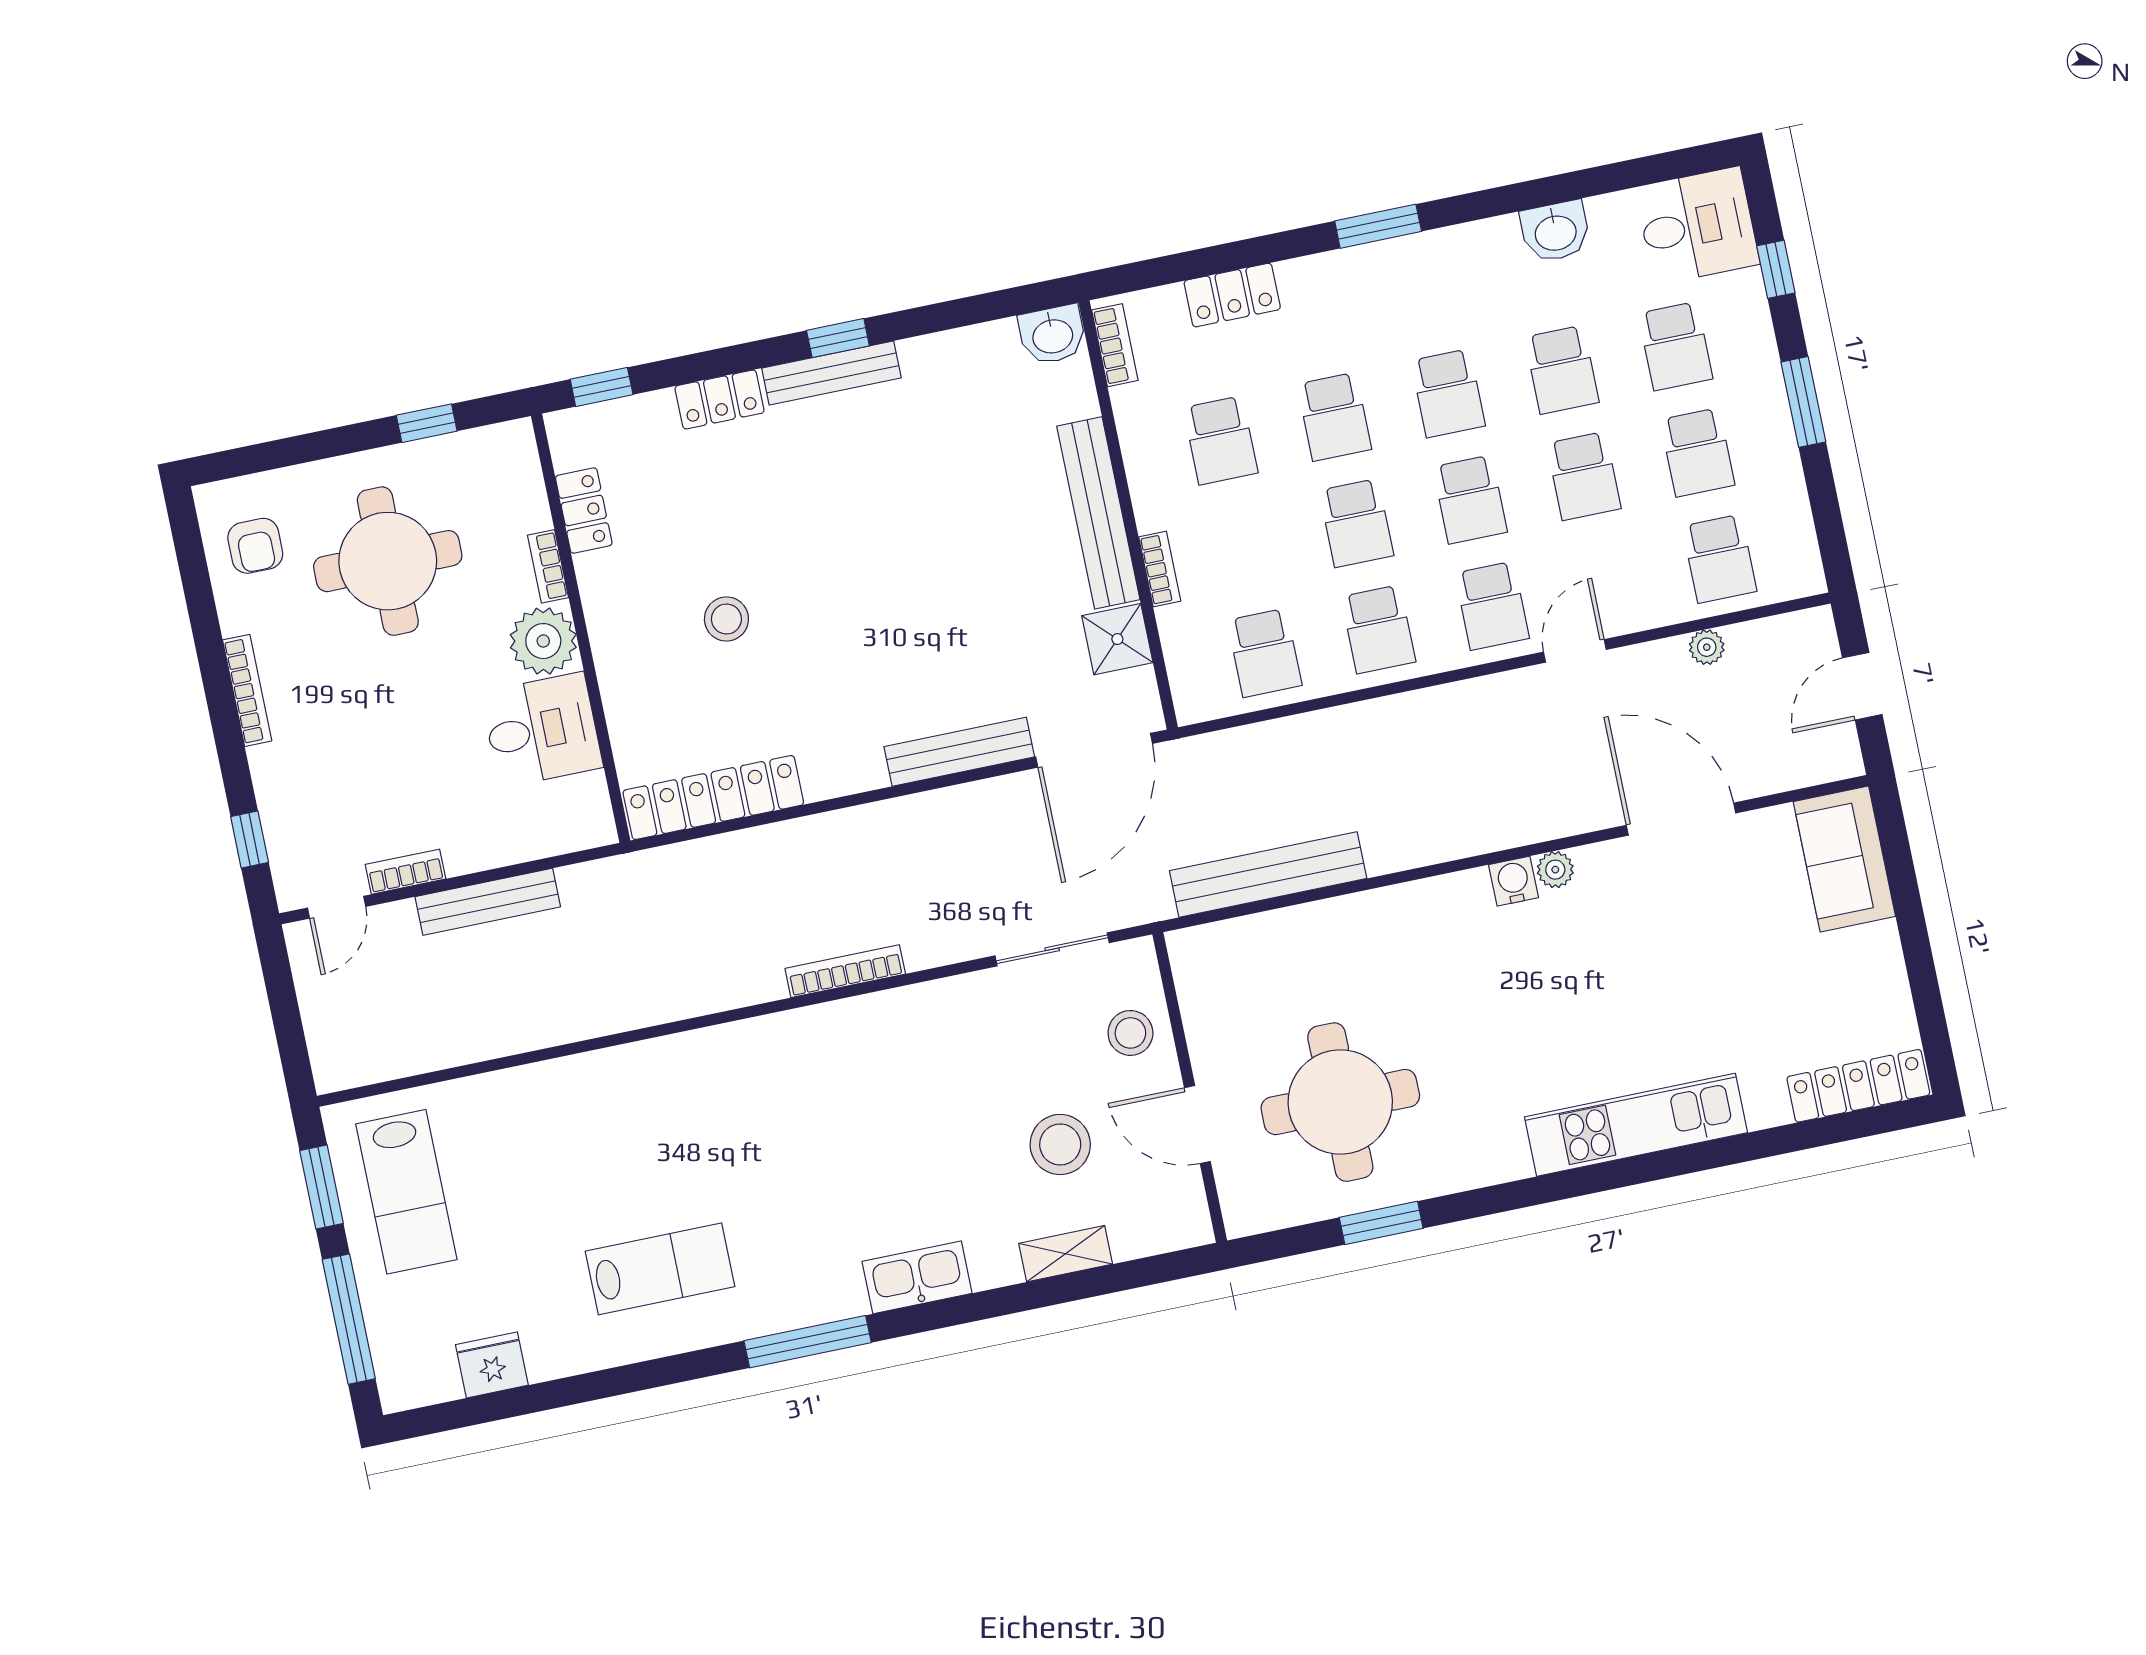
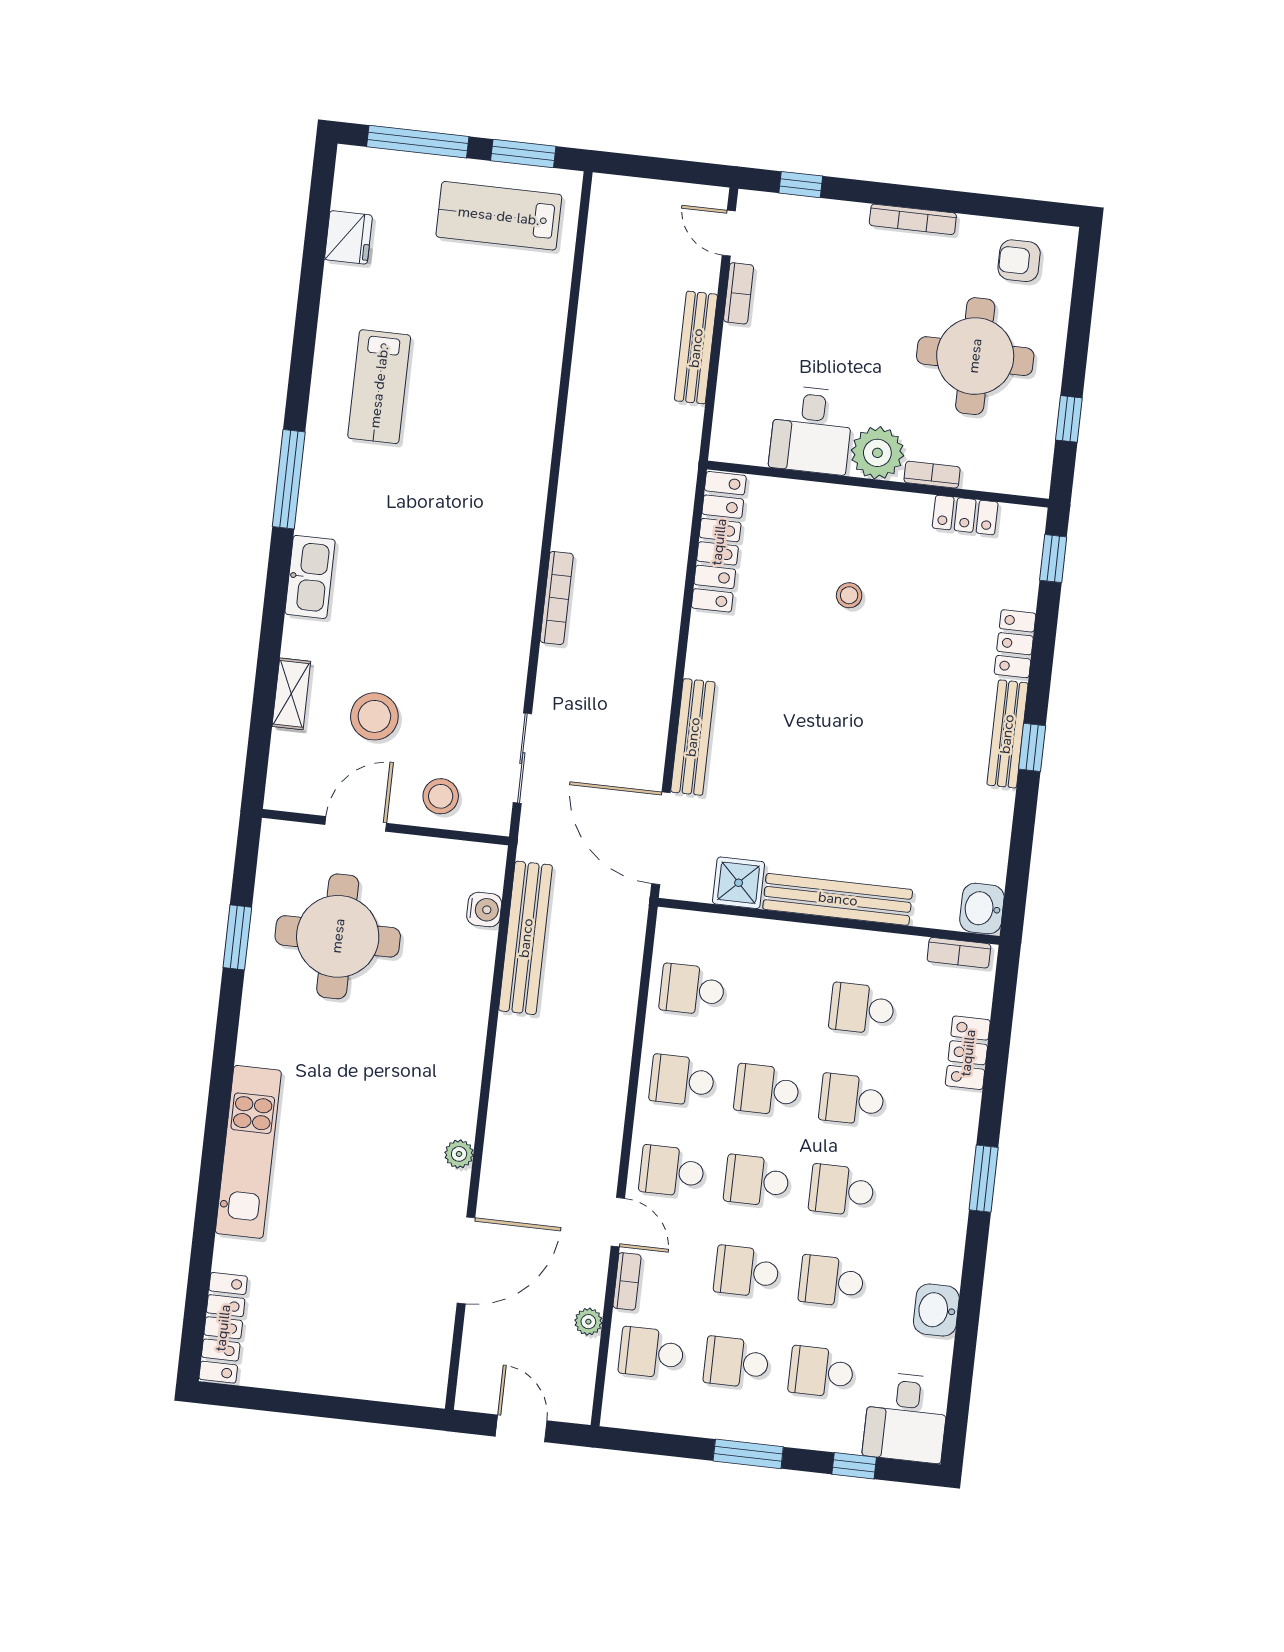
bookcase: (1160, 569) -> (627, 1281), moved, turned -90
stool: (726, 619) -> (849, 595), width x0.73, depth x0.73
sofa: (1844, 859) -> (396, 1373), removed
water cooler: (1514, 881) -> (484, 910), moved

